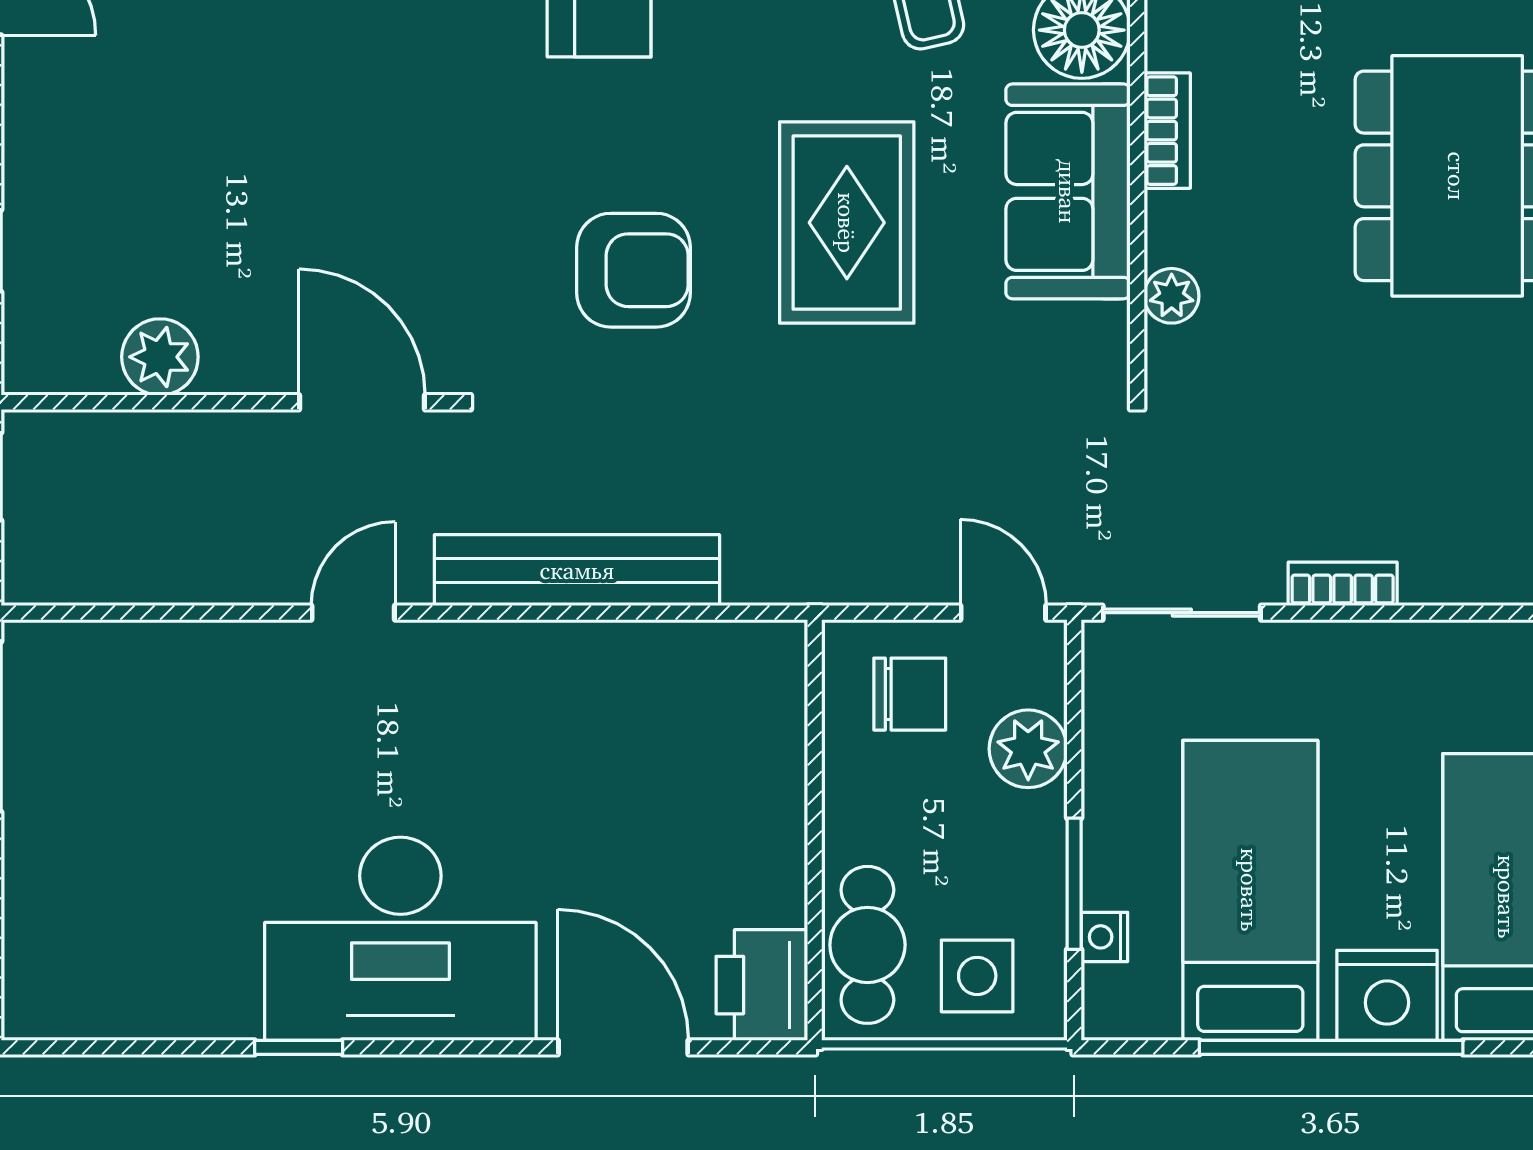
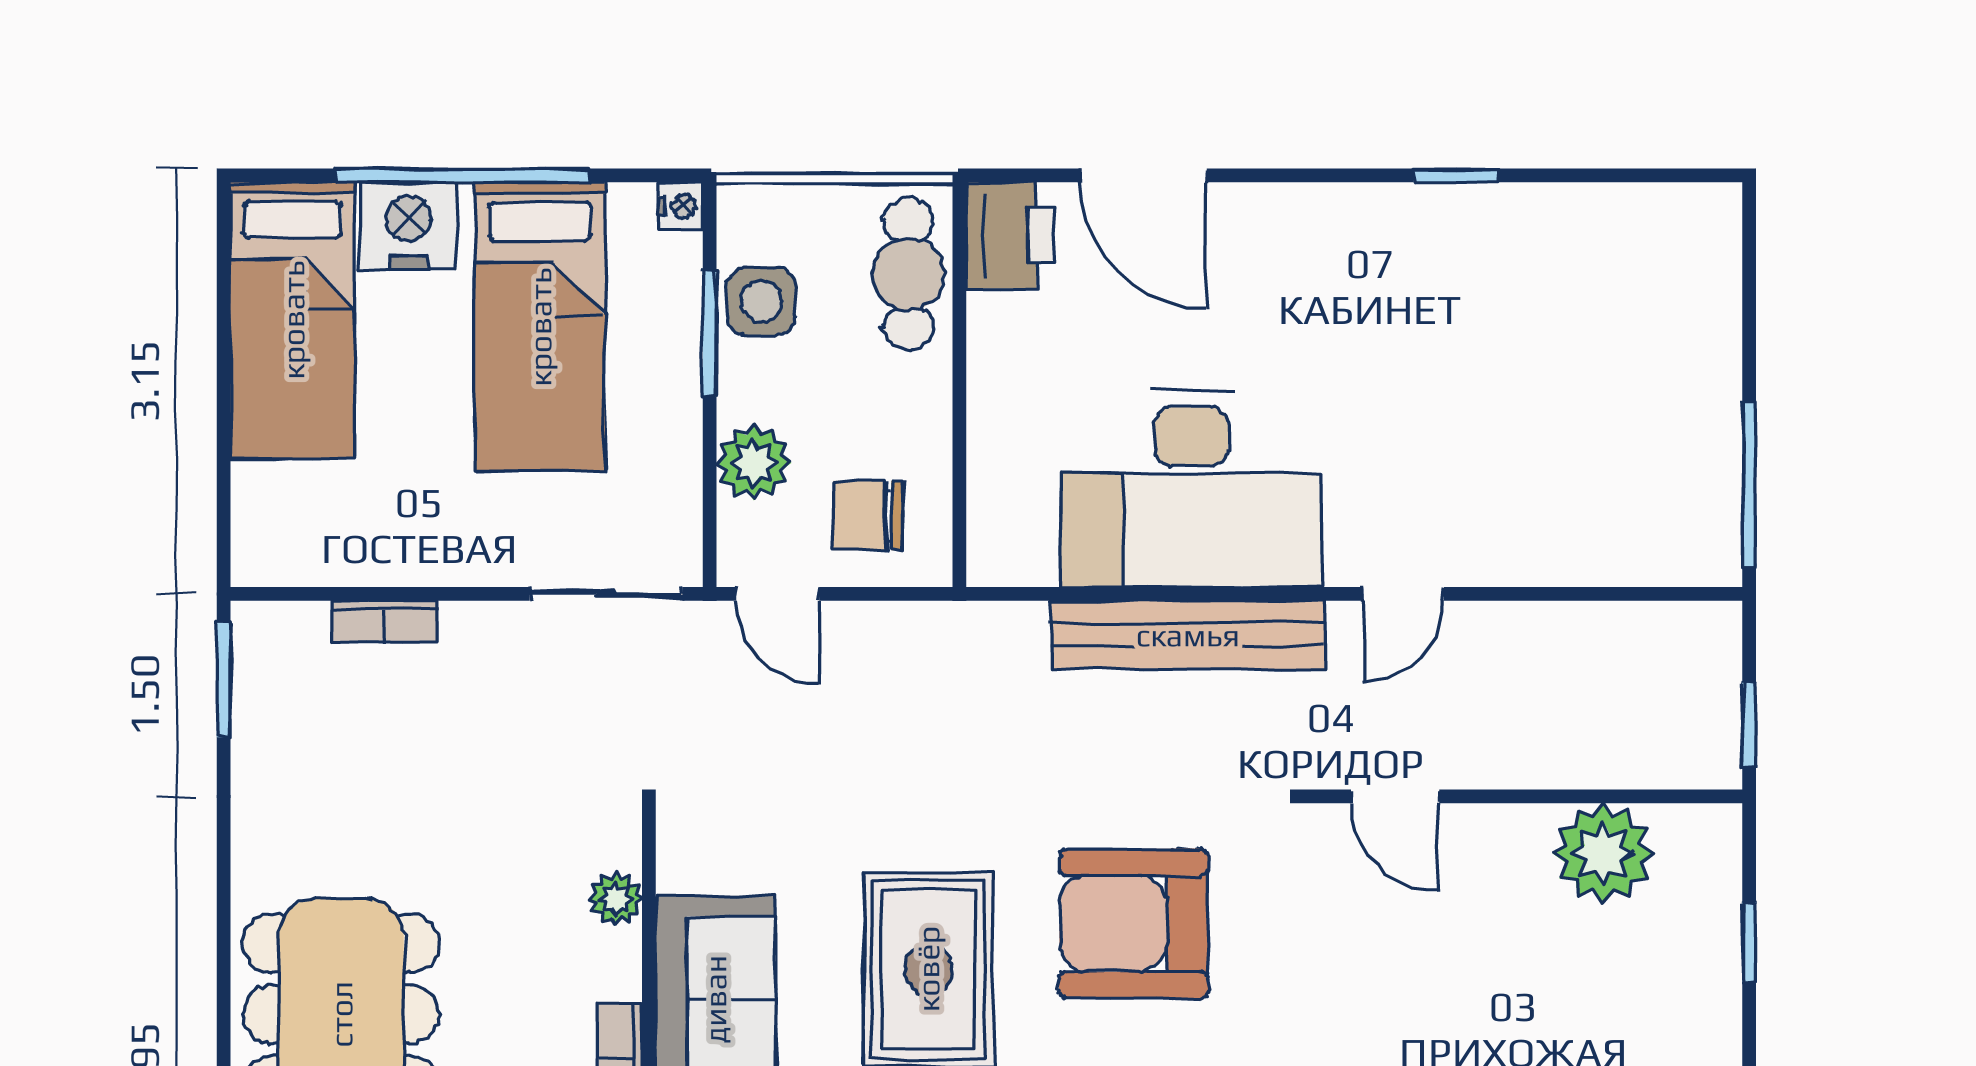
armchair: (634, 270) -> (1134, 924), width x1.36, depth x1.36
plant: (160, 357) -> (1603, 853), width x1.36, depth x1.36
door: (362, 402) -> (1395, 796), width x0.73
bookcase: (1343, 584) -> (385, 622), moved
nightstand: (1104, 937) -> (680, 206), moved
desk: (400, 939) -> (1191, 489), moved, turned 180
side table: (977, 976) -> (761, 301), moved

